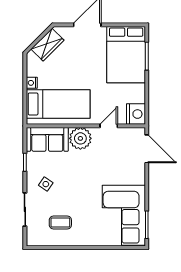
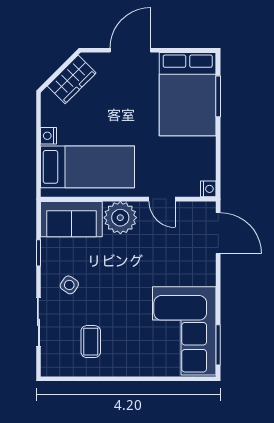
nightstand: (136, 114) -> (208, 189), width x0.53, depth x0.56
door: (109, 126) -> (162, 199), swing flipped
coffee table: (60, 222) -> (91, 342), turned 90

